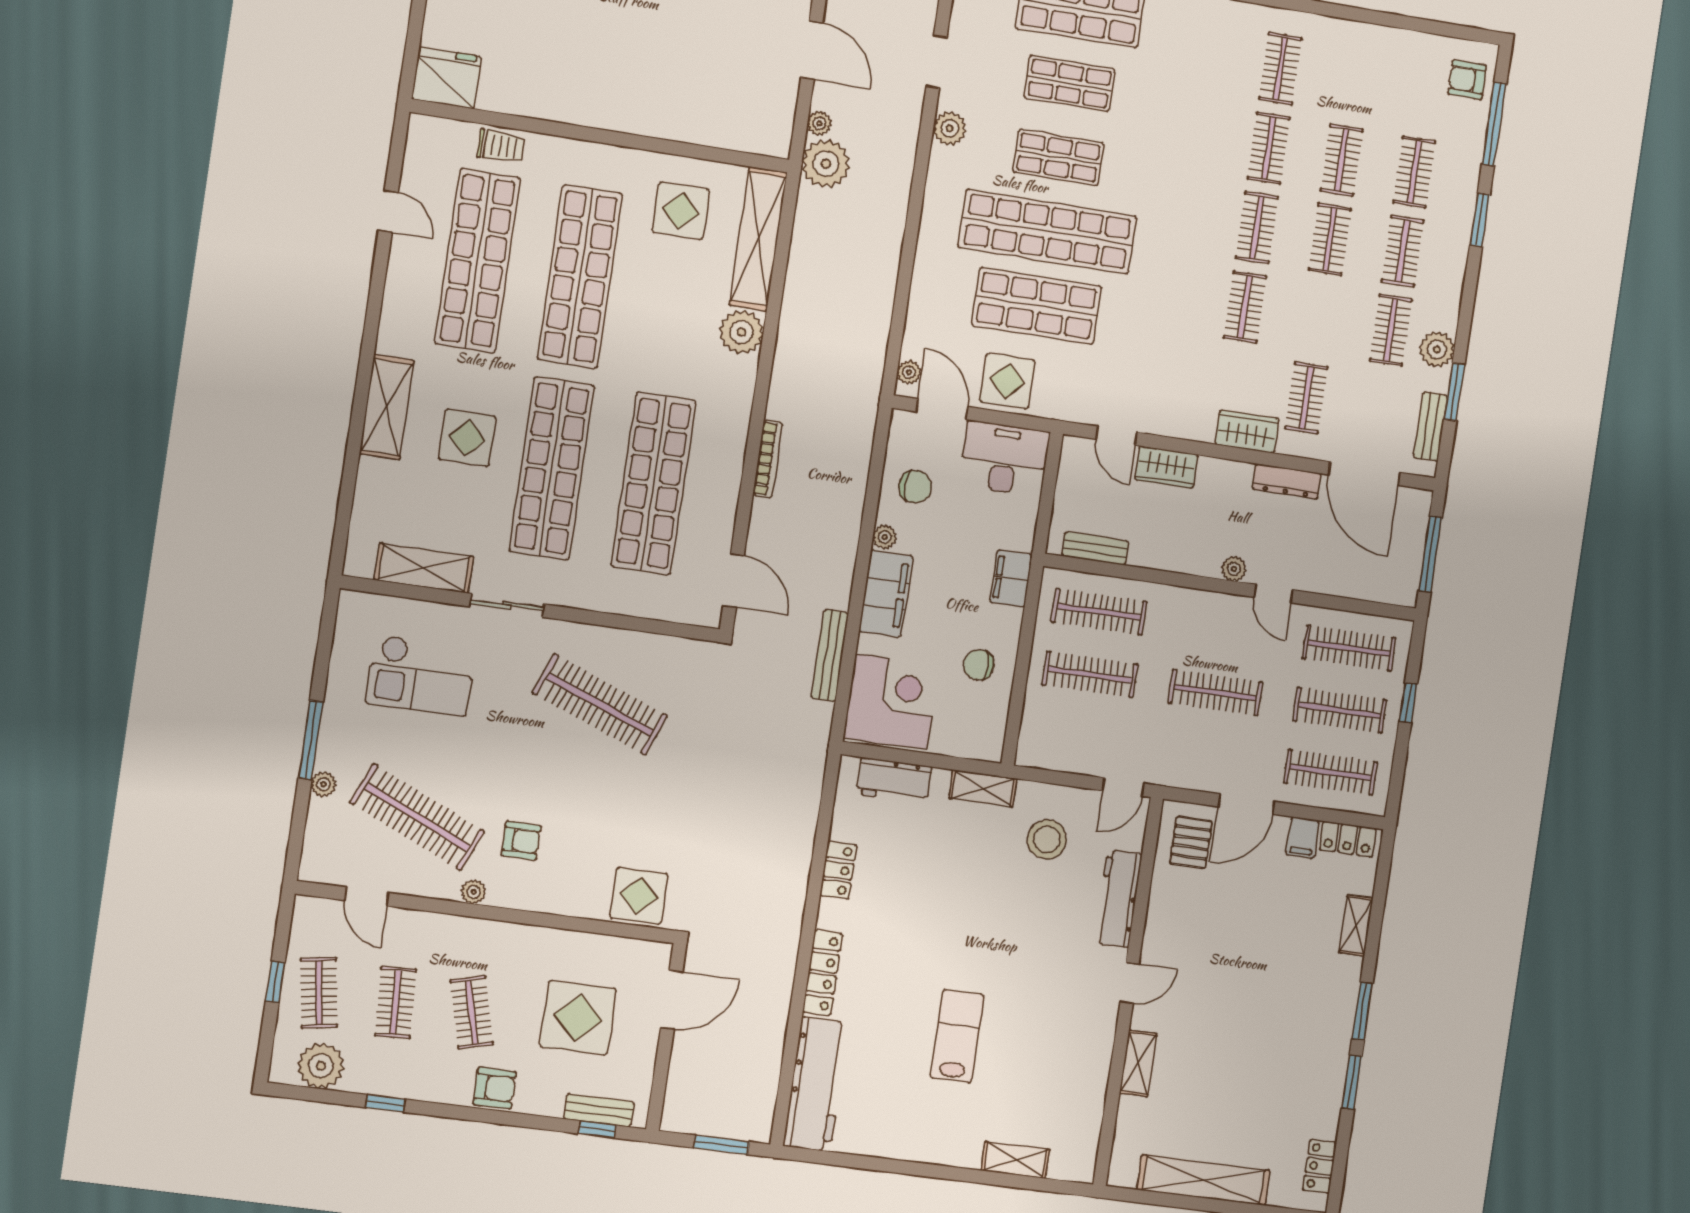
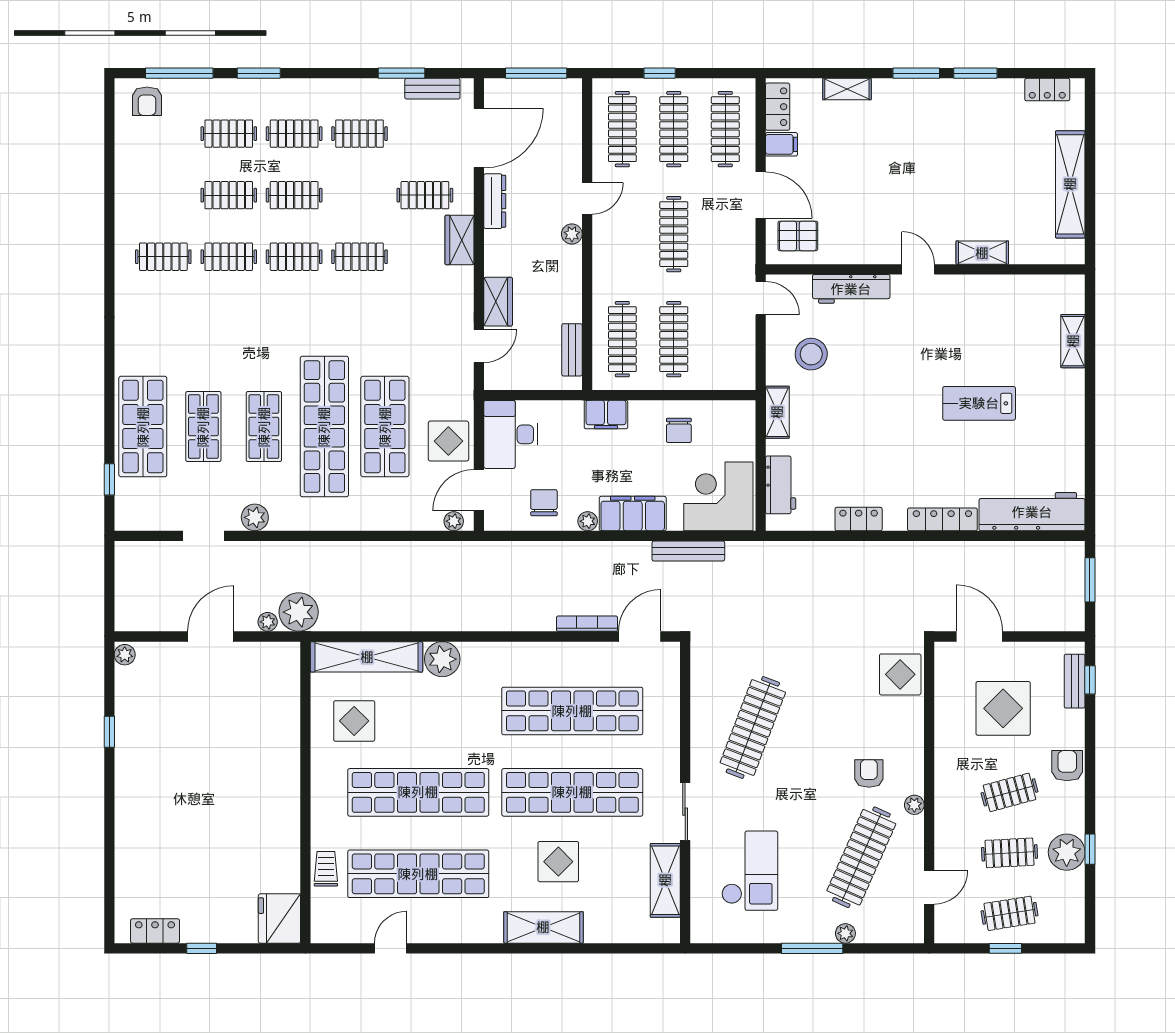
plant: (1437, 349) -> (369, 93), removed
bookcase: (768, 459) -> (587, 624), moved
plant: (321, 1066) -> (1067, 852), moved

